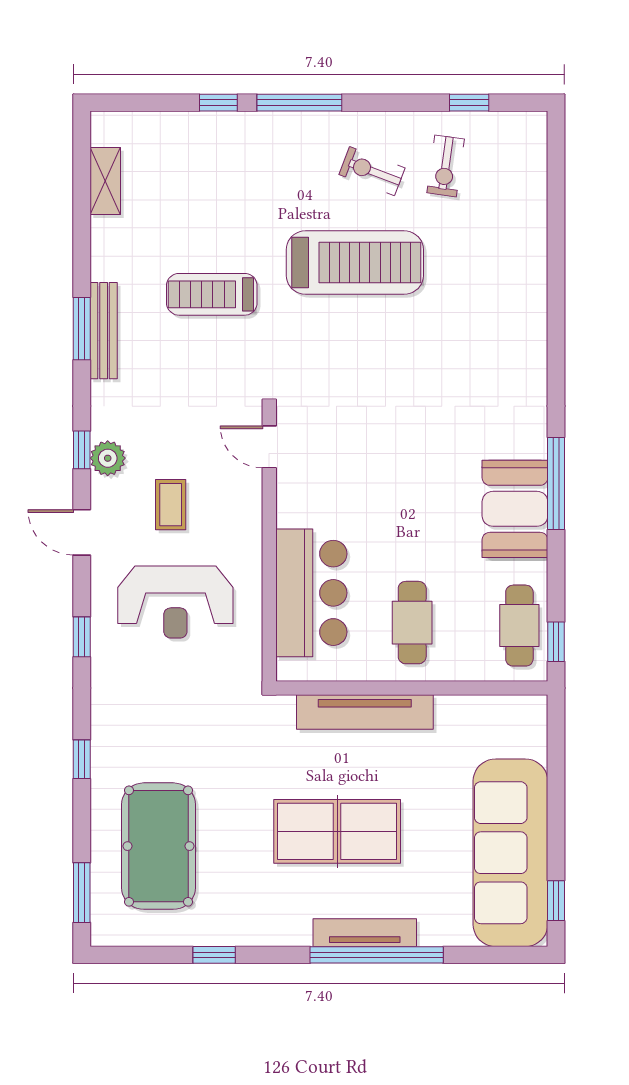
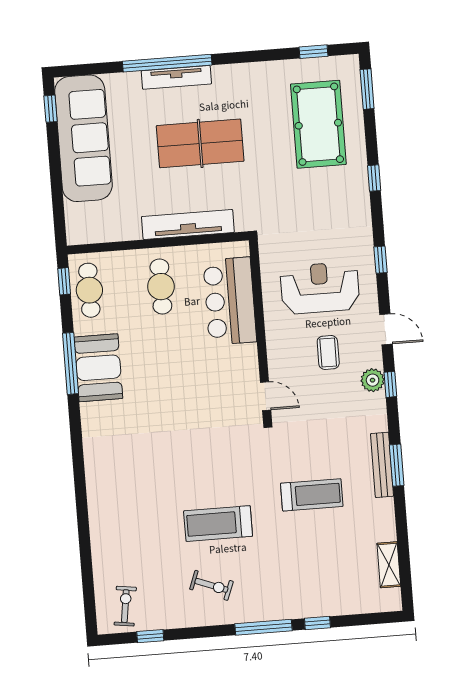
exercise bike: (446, 166) -> (125, 606), moved
treadmill: (355, 263) -> (218, 524), width x0.73, depth x0.73
window: (556, 484) -> (71, 363), moved
window: (214, 955) -> (313, 52), moved

